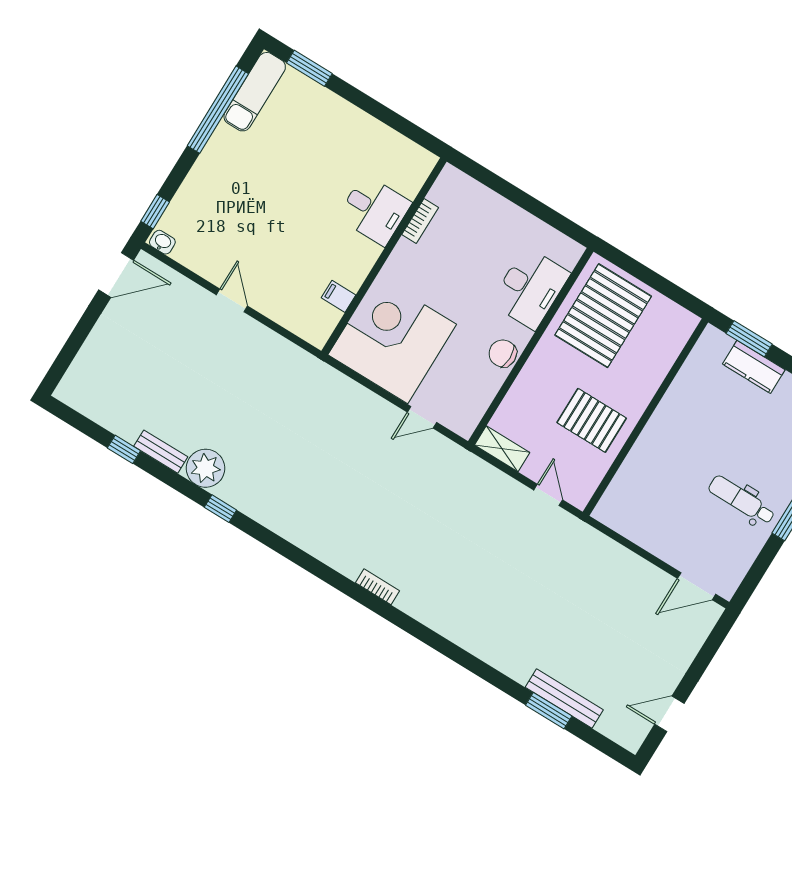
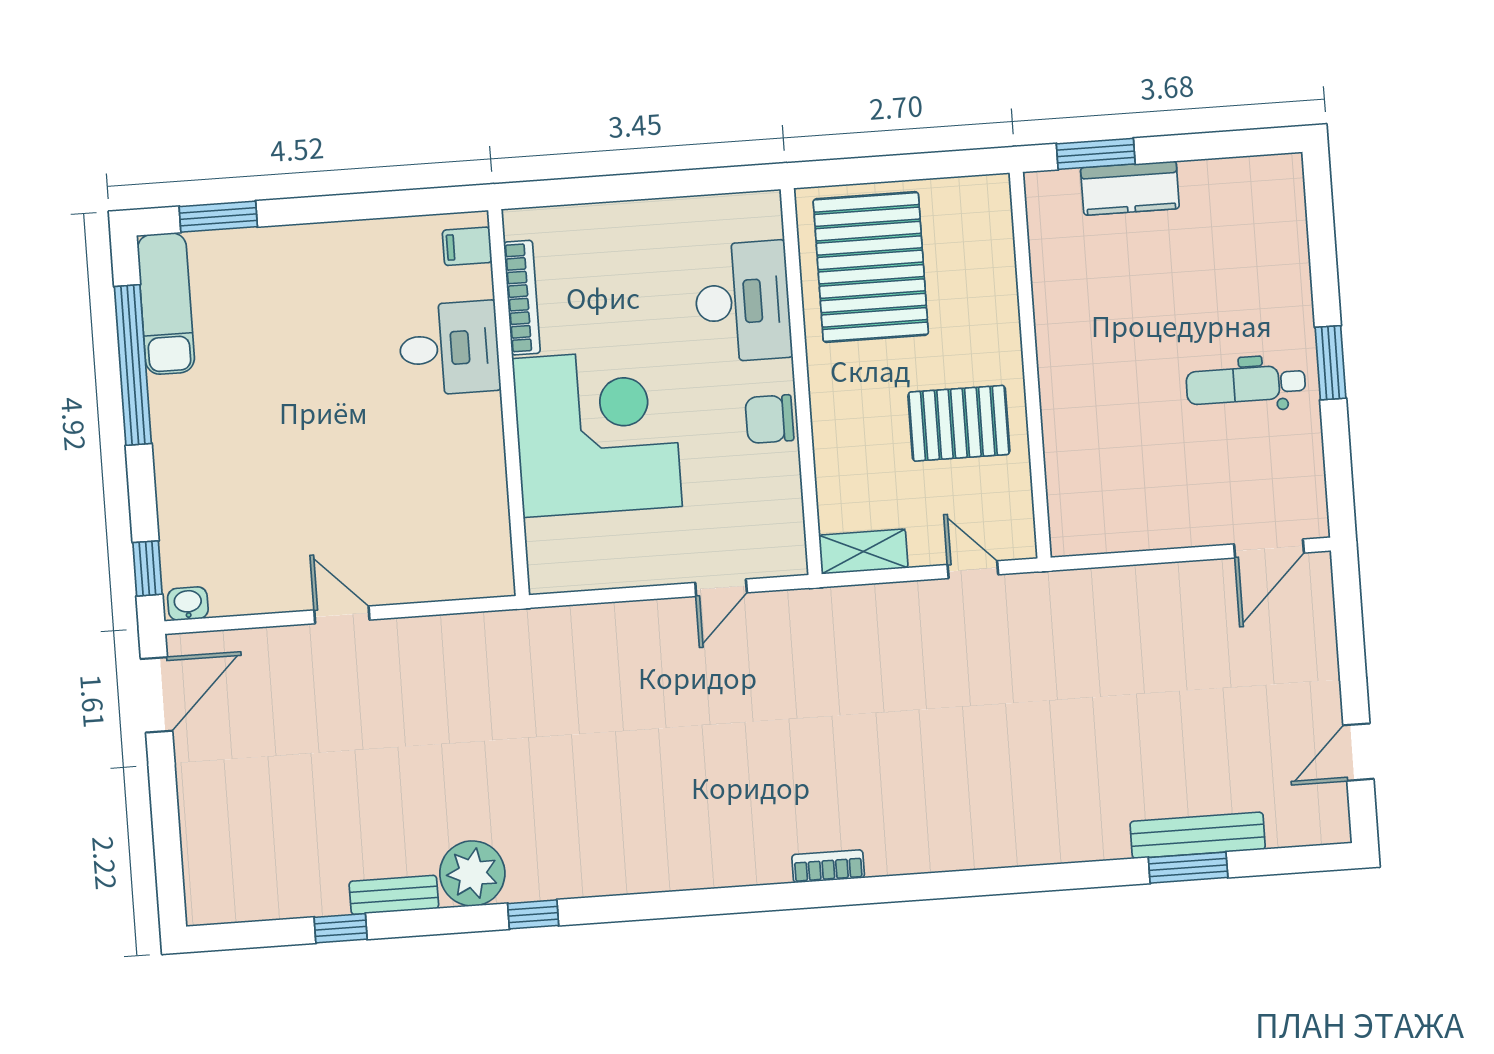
bookcase: (420, 221) -> (522, 298), width x1.56
filing cabinet: (339, 296) -> (467, 246), moved
corner desk: (392, 340) -> (597, 432), moved, turned 90

